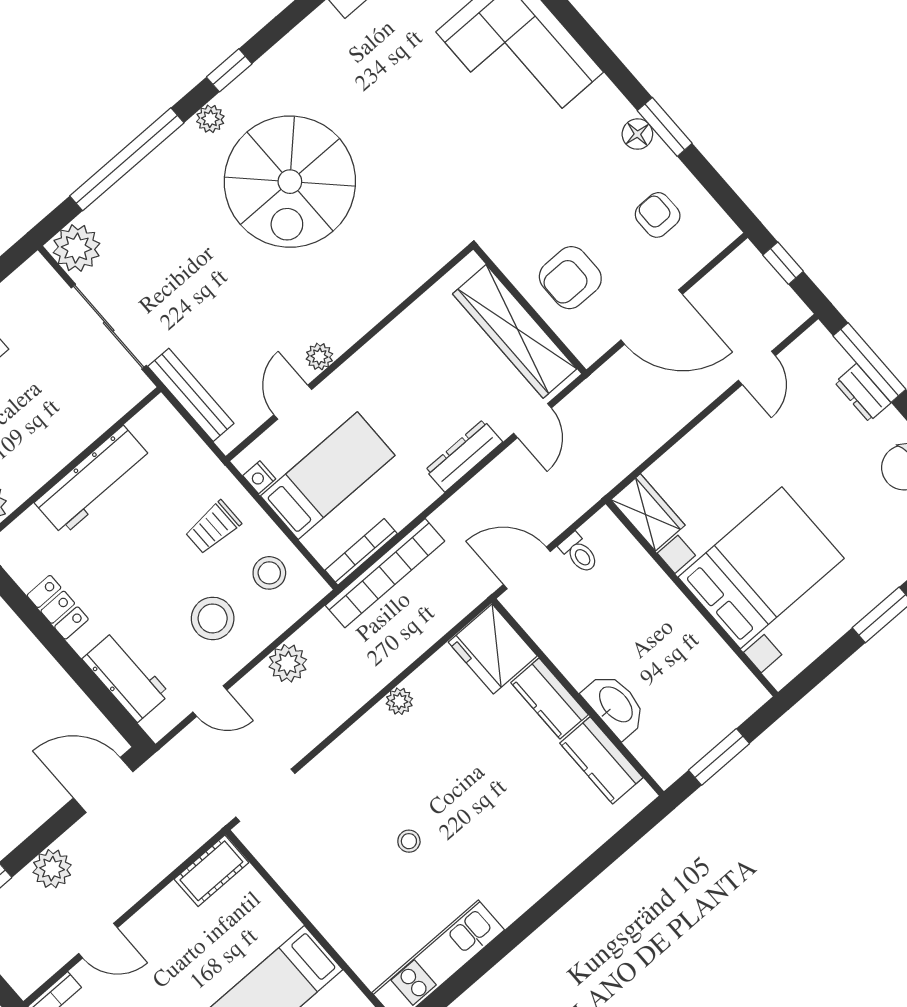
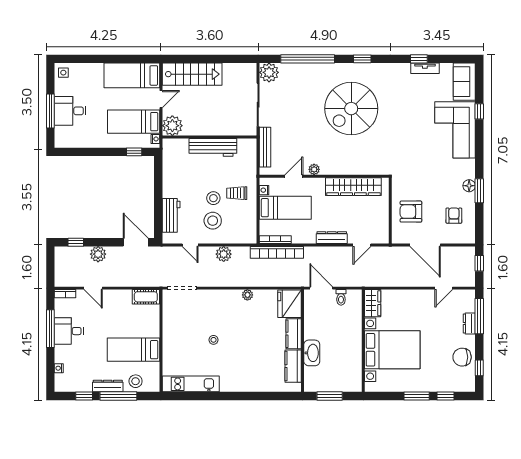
plant: (210, 119) -> (344, 69), removed
wardrobe: (515, 331) -> (353, 187), moved, turned -90
stool: (269, 573) -> (213, 198), moved
locker: (58, 607) -> (169, 176), removed

